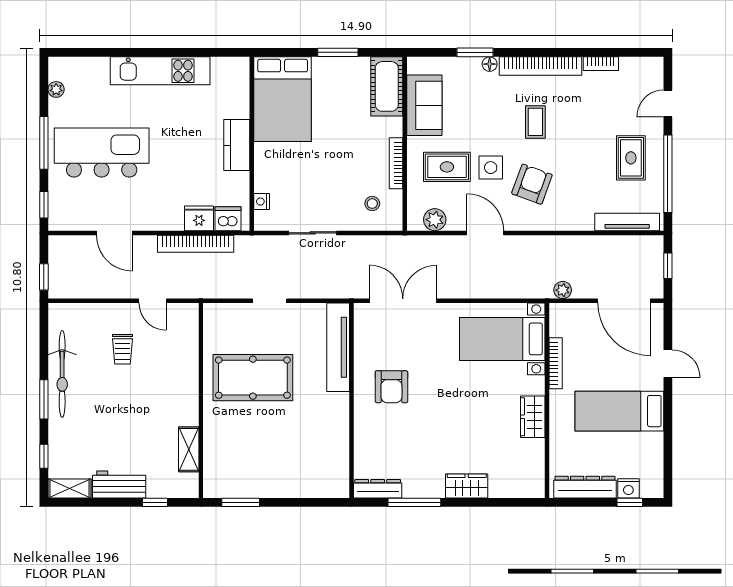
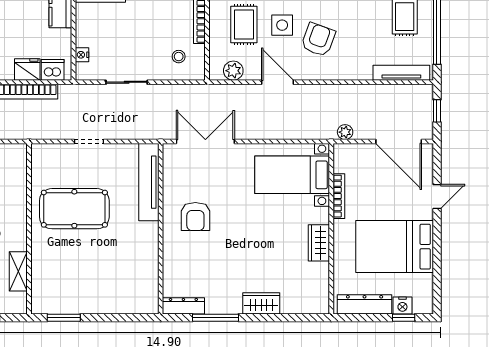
rug: (447, 167) -> (244, 25), turned 90
door: (668, 364) -> (437, 196), hinge flipped
bed: (619, 411) -> (395, 247), width x1.50

